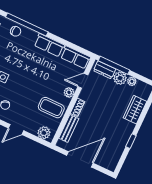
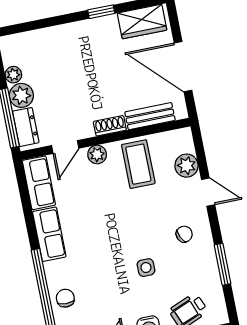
door: (83, 81) -> (65, 147), hinge flipped
wardrobe: (135, 110) -> (142, 22), moved
plant: (44, 133) -> (187, 166), moved

